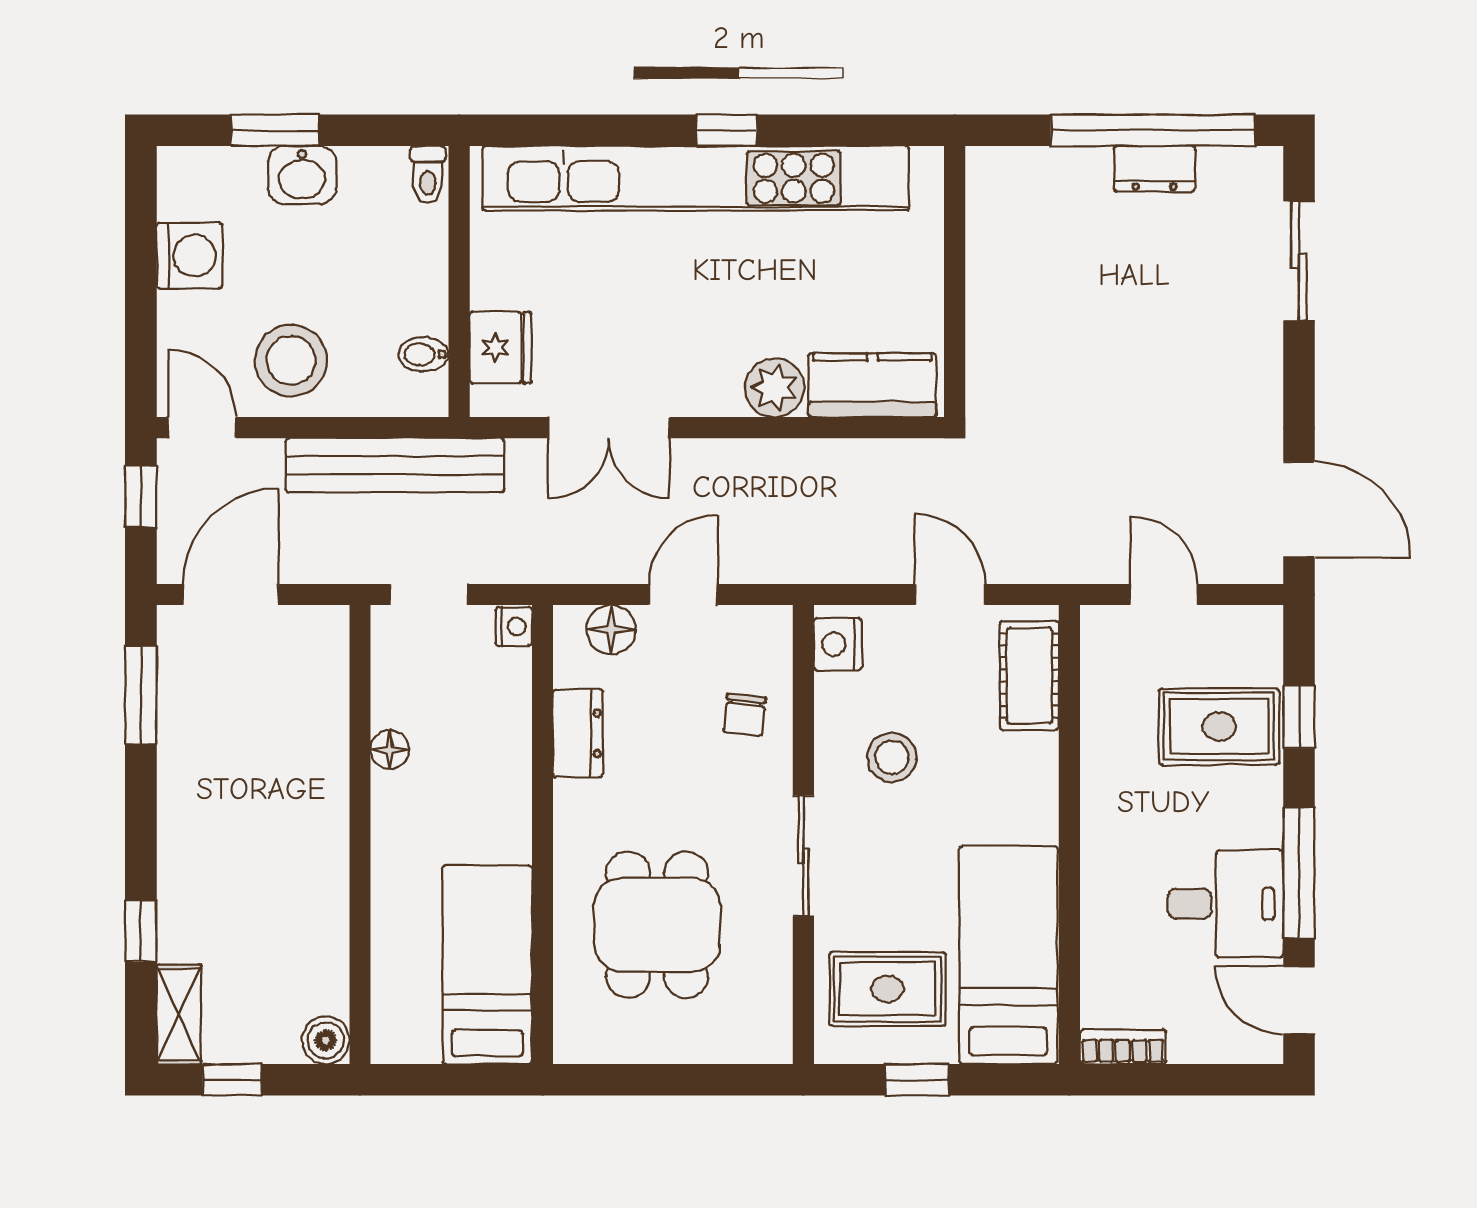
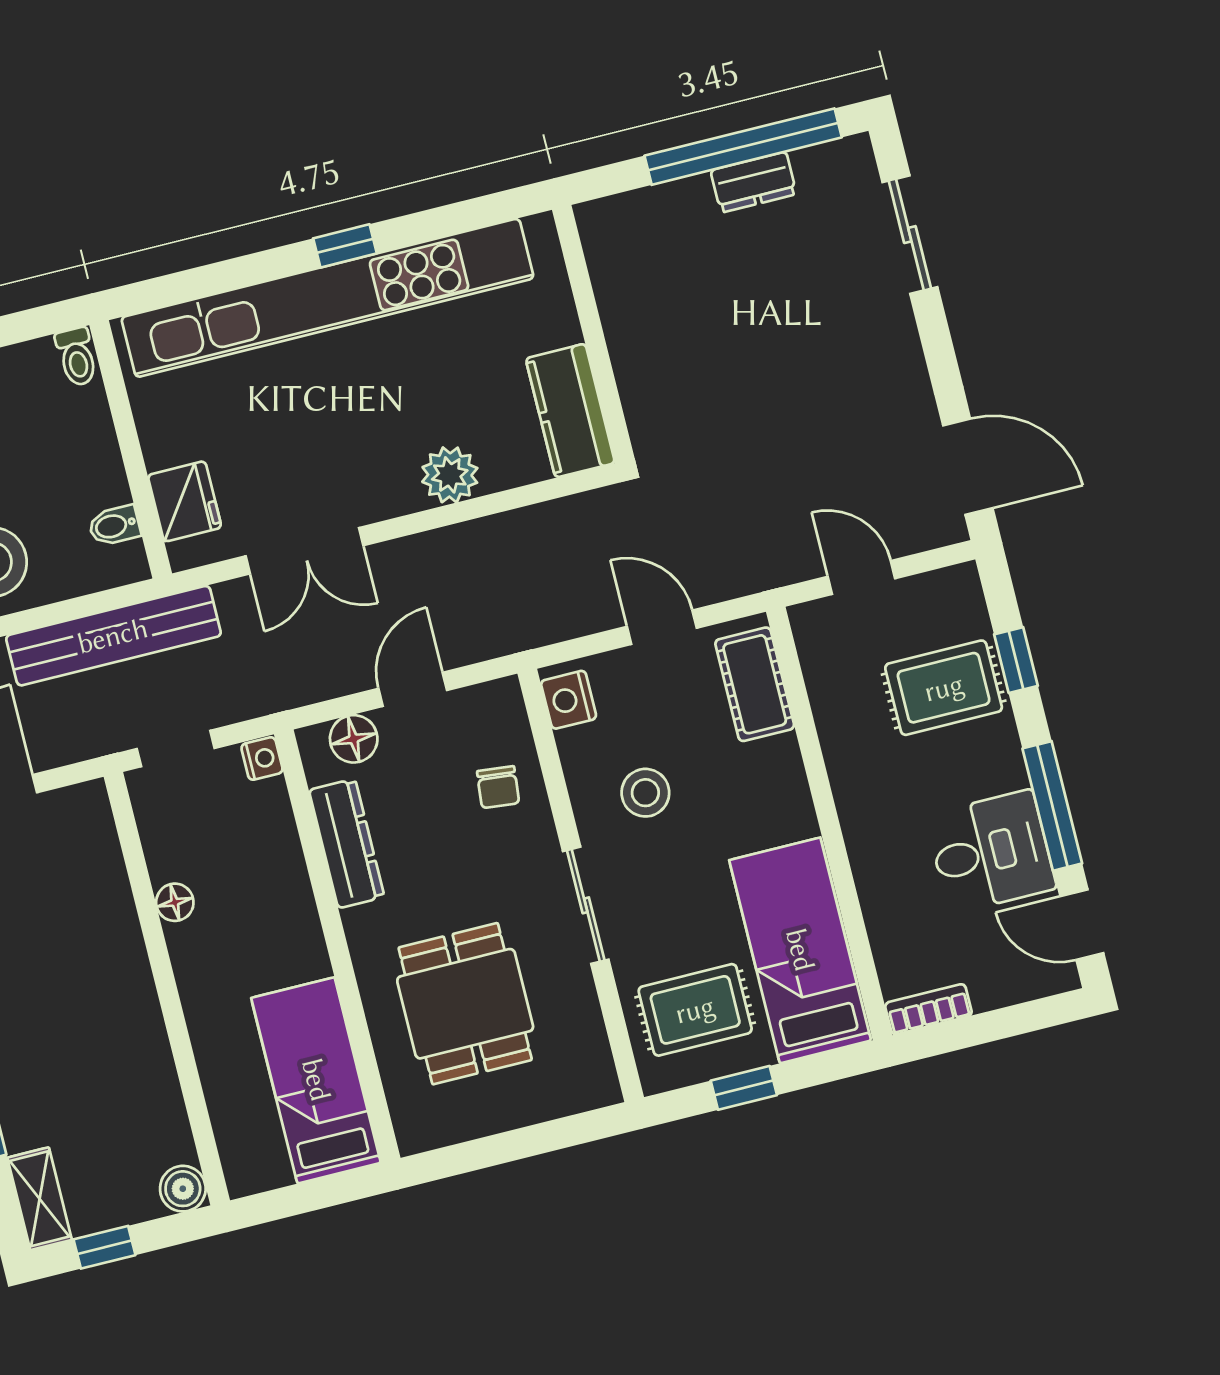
kitchen counter: (872, 385) -> (570, 411), moved, turned -90
dresser: (578, 733) -> (347, 843), width x1.44

